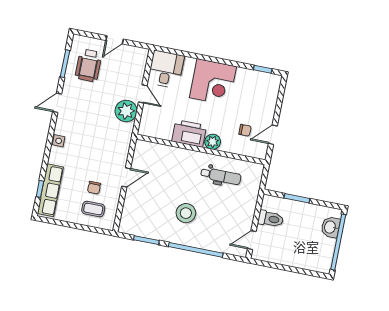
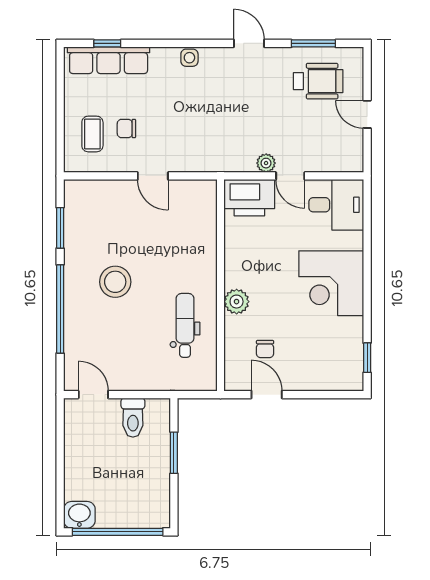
wheelchair: (89, 65) -> (318, 81), turned 180
door: (143, 94) -> (290, 176), hinge flipped
plant: (126, 111) -> (266, 163), width x0.53, depth x0.53
printer: (189, 133) -> (249, 198), moved, turned 90
dental chair: (221, 176) -> (185, 325), turned 180
washbasin: (330, 227) -> (79, 515), moved

